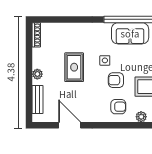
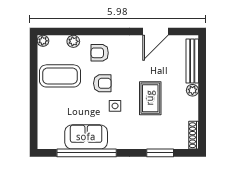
window: (66, 19) -> (160, 153), added
bench: (38, 100) -> (192, 61), width x1.36
door: (70, 125) -> (156, 31), hinge flipped

